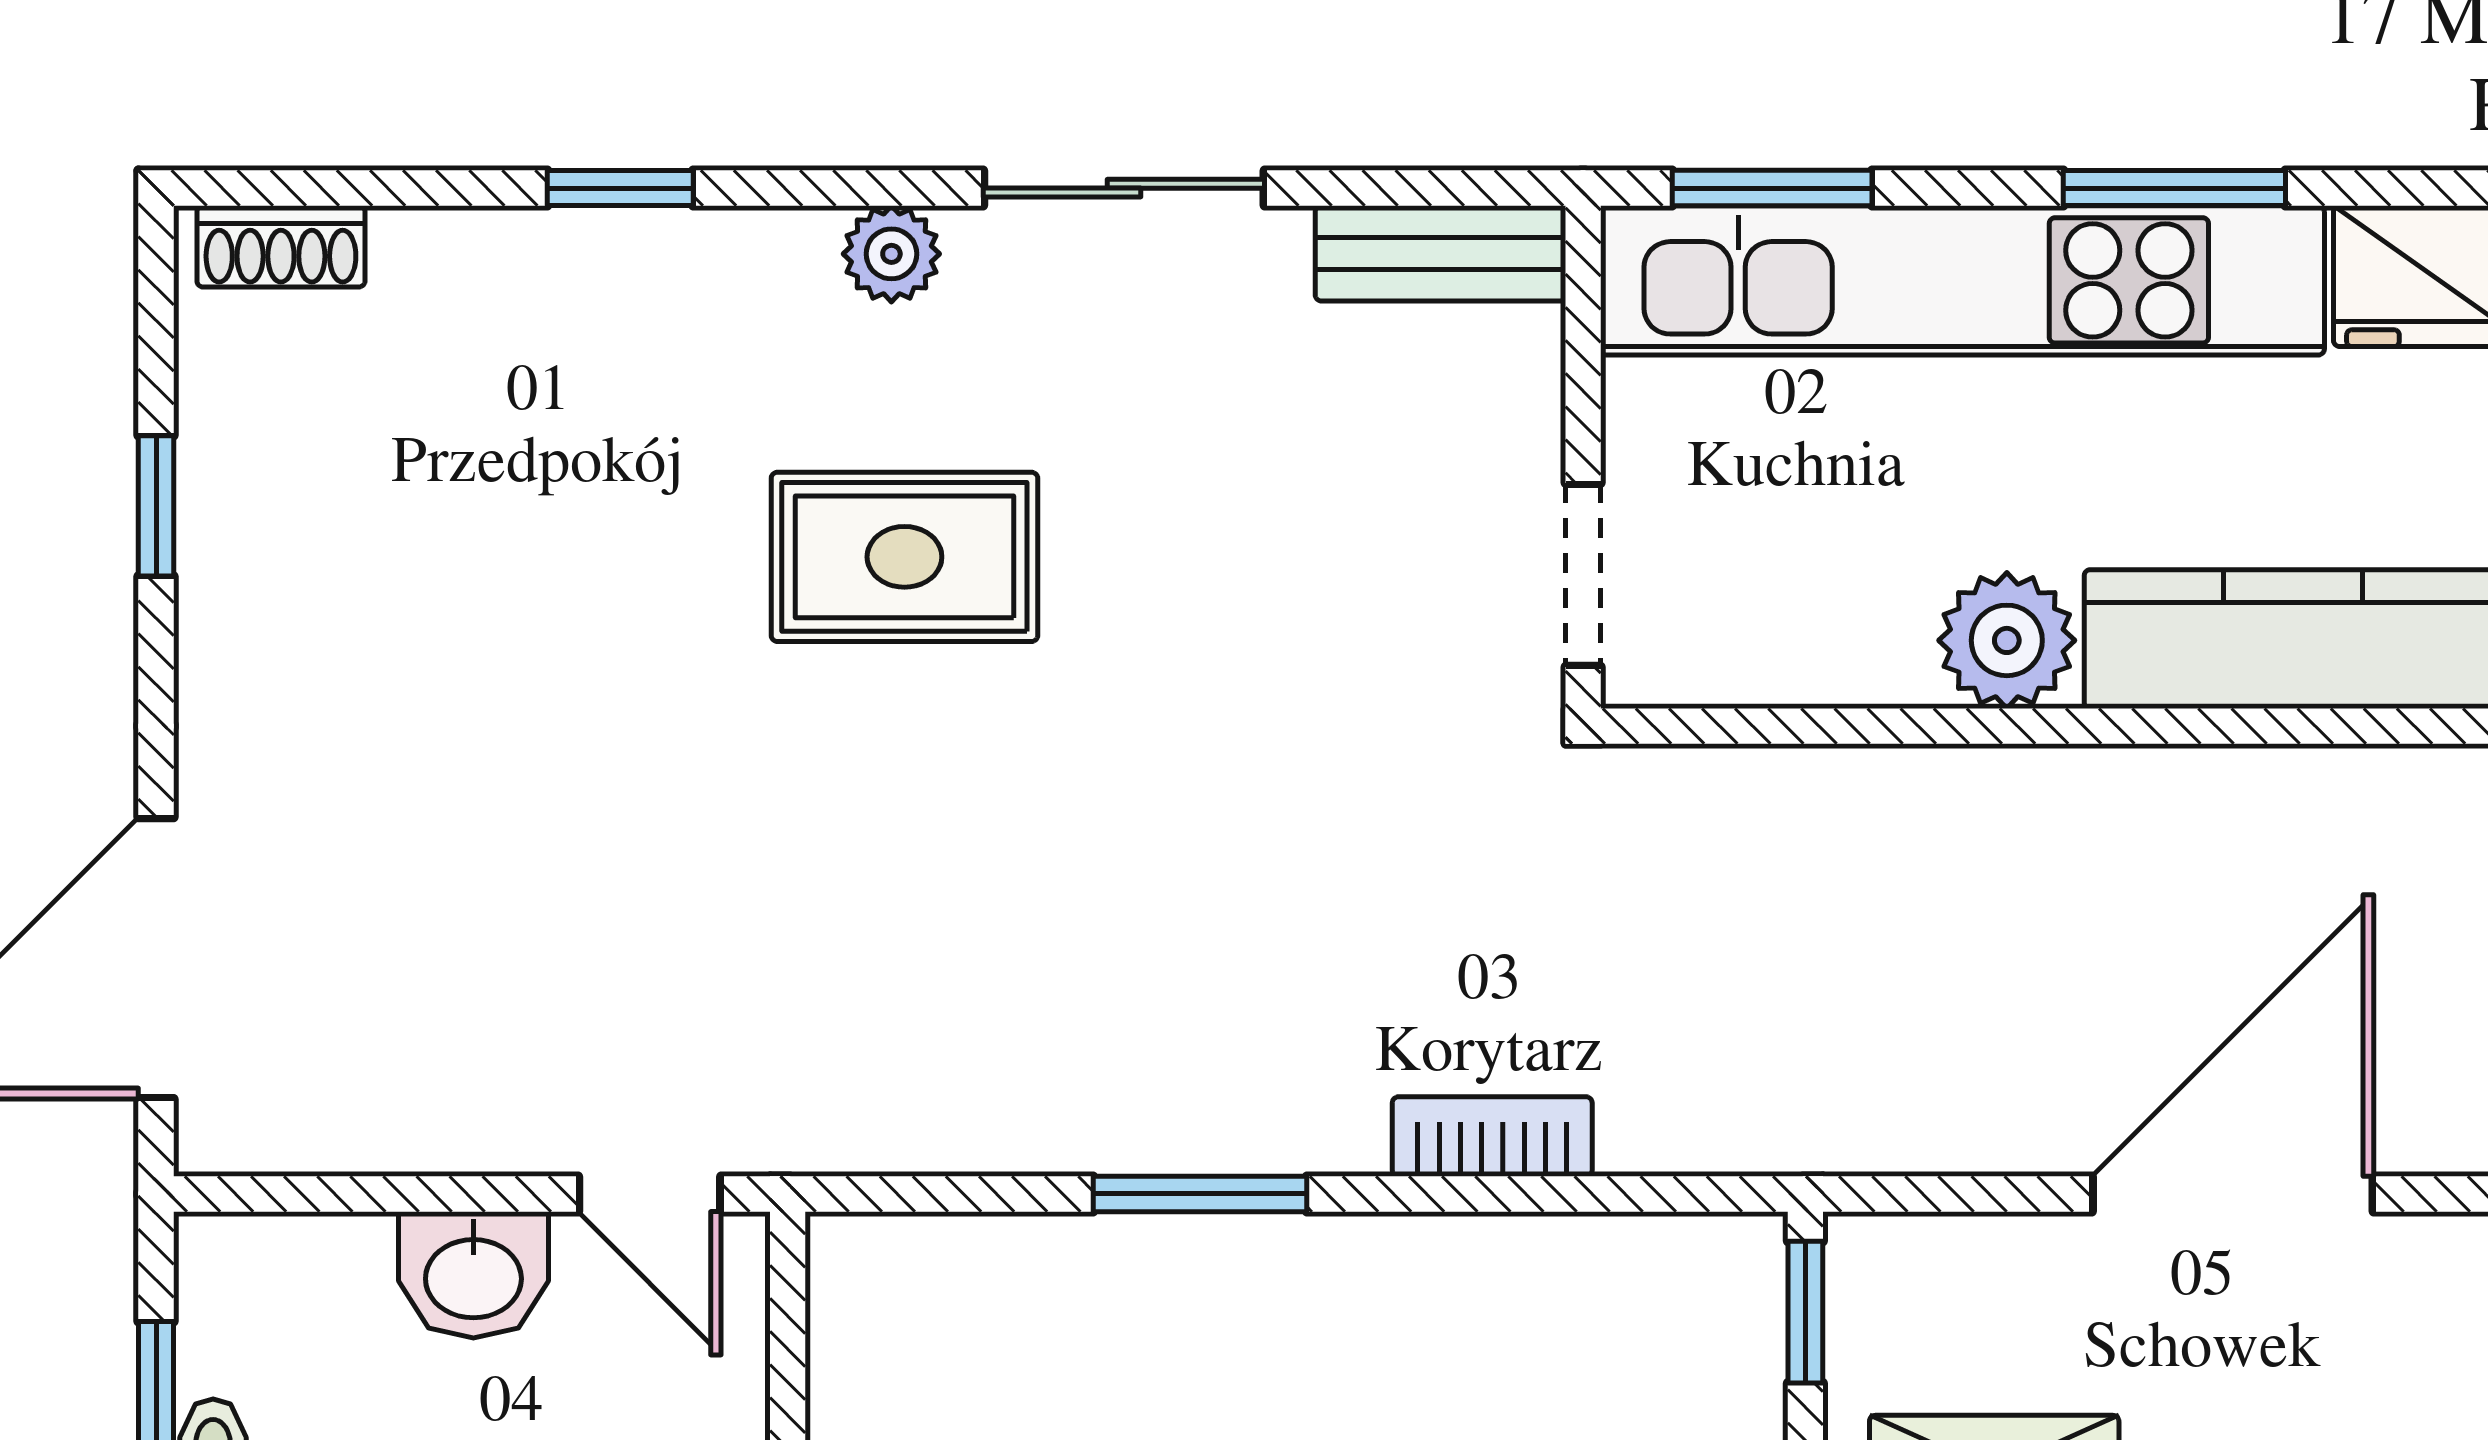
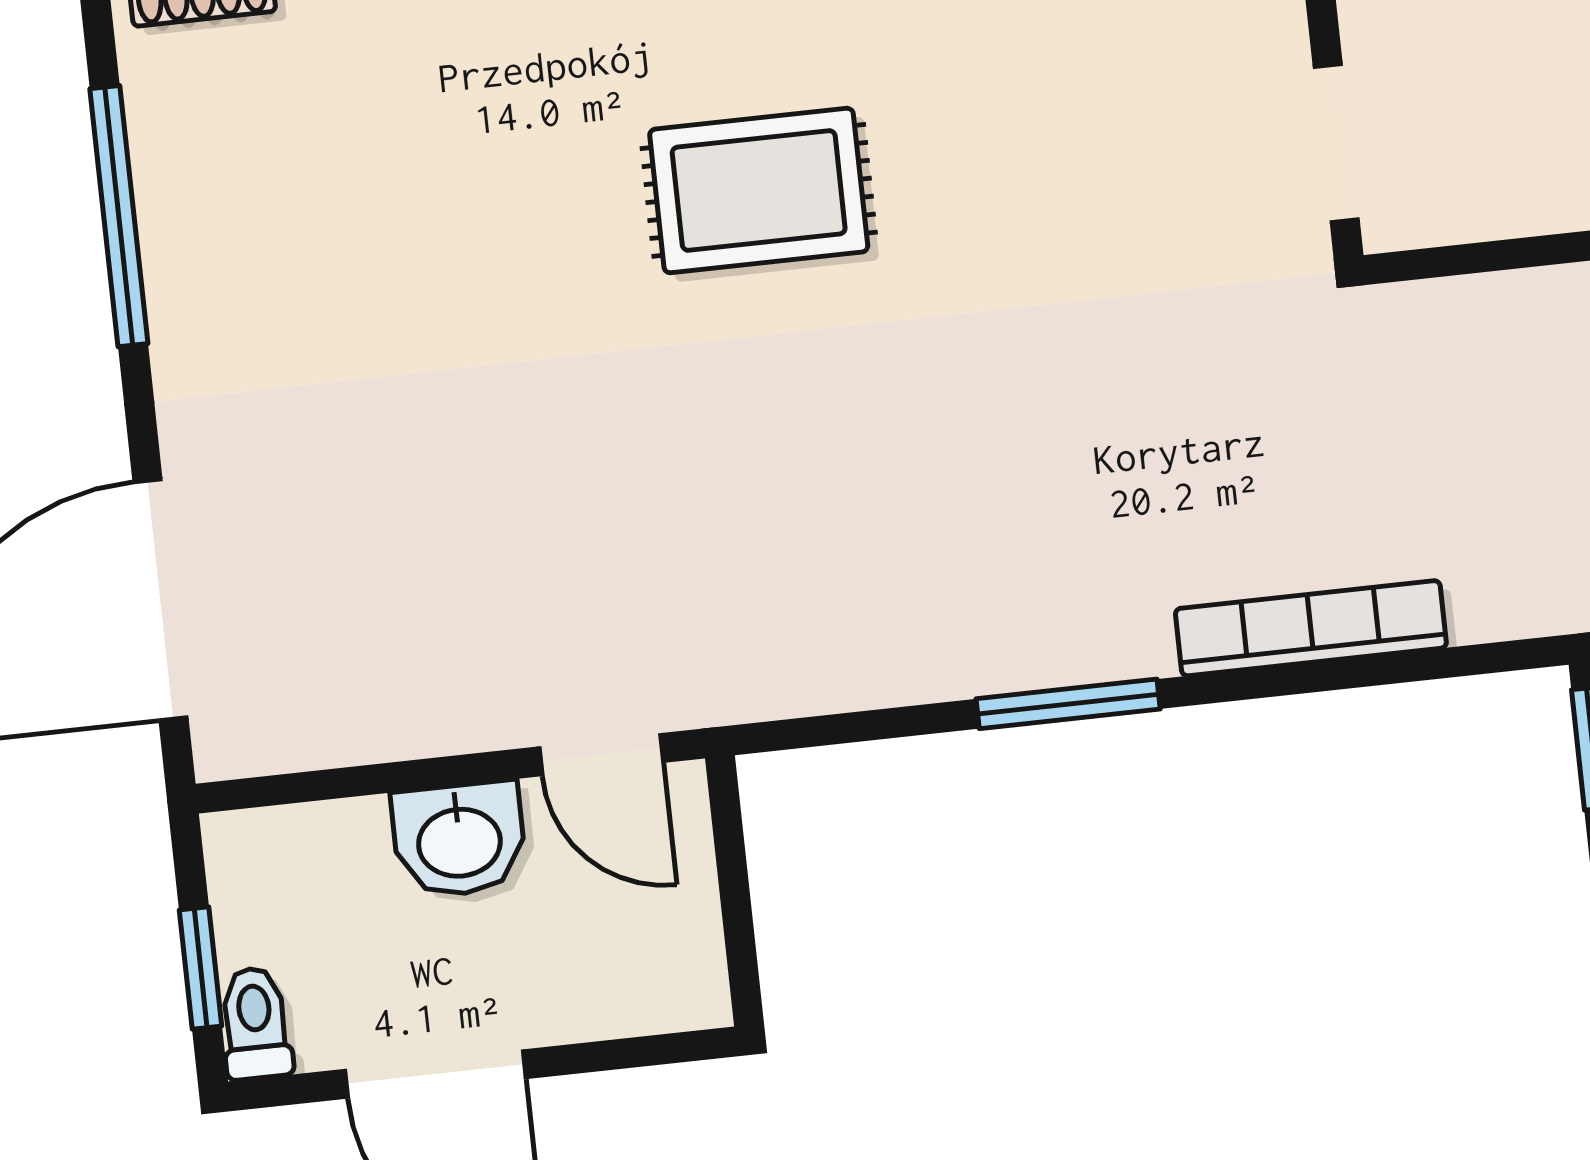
window: (156, 506) -> (119, 216), width x2.17
bookcase: (1492, 1137) -> (1311, 628), width x1.56

